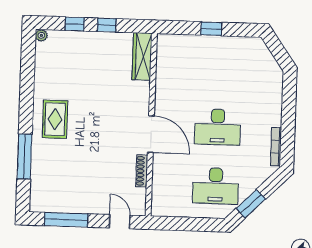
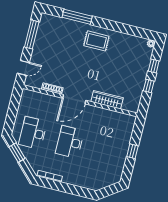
wardrobe: (142, 57) -> (107, 100), moved

